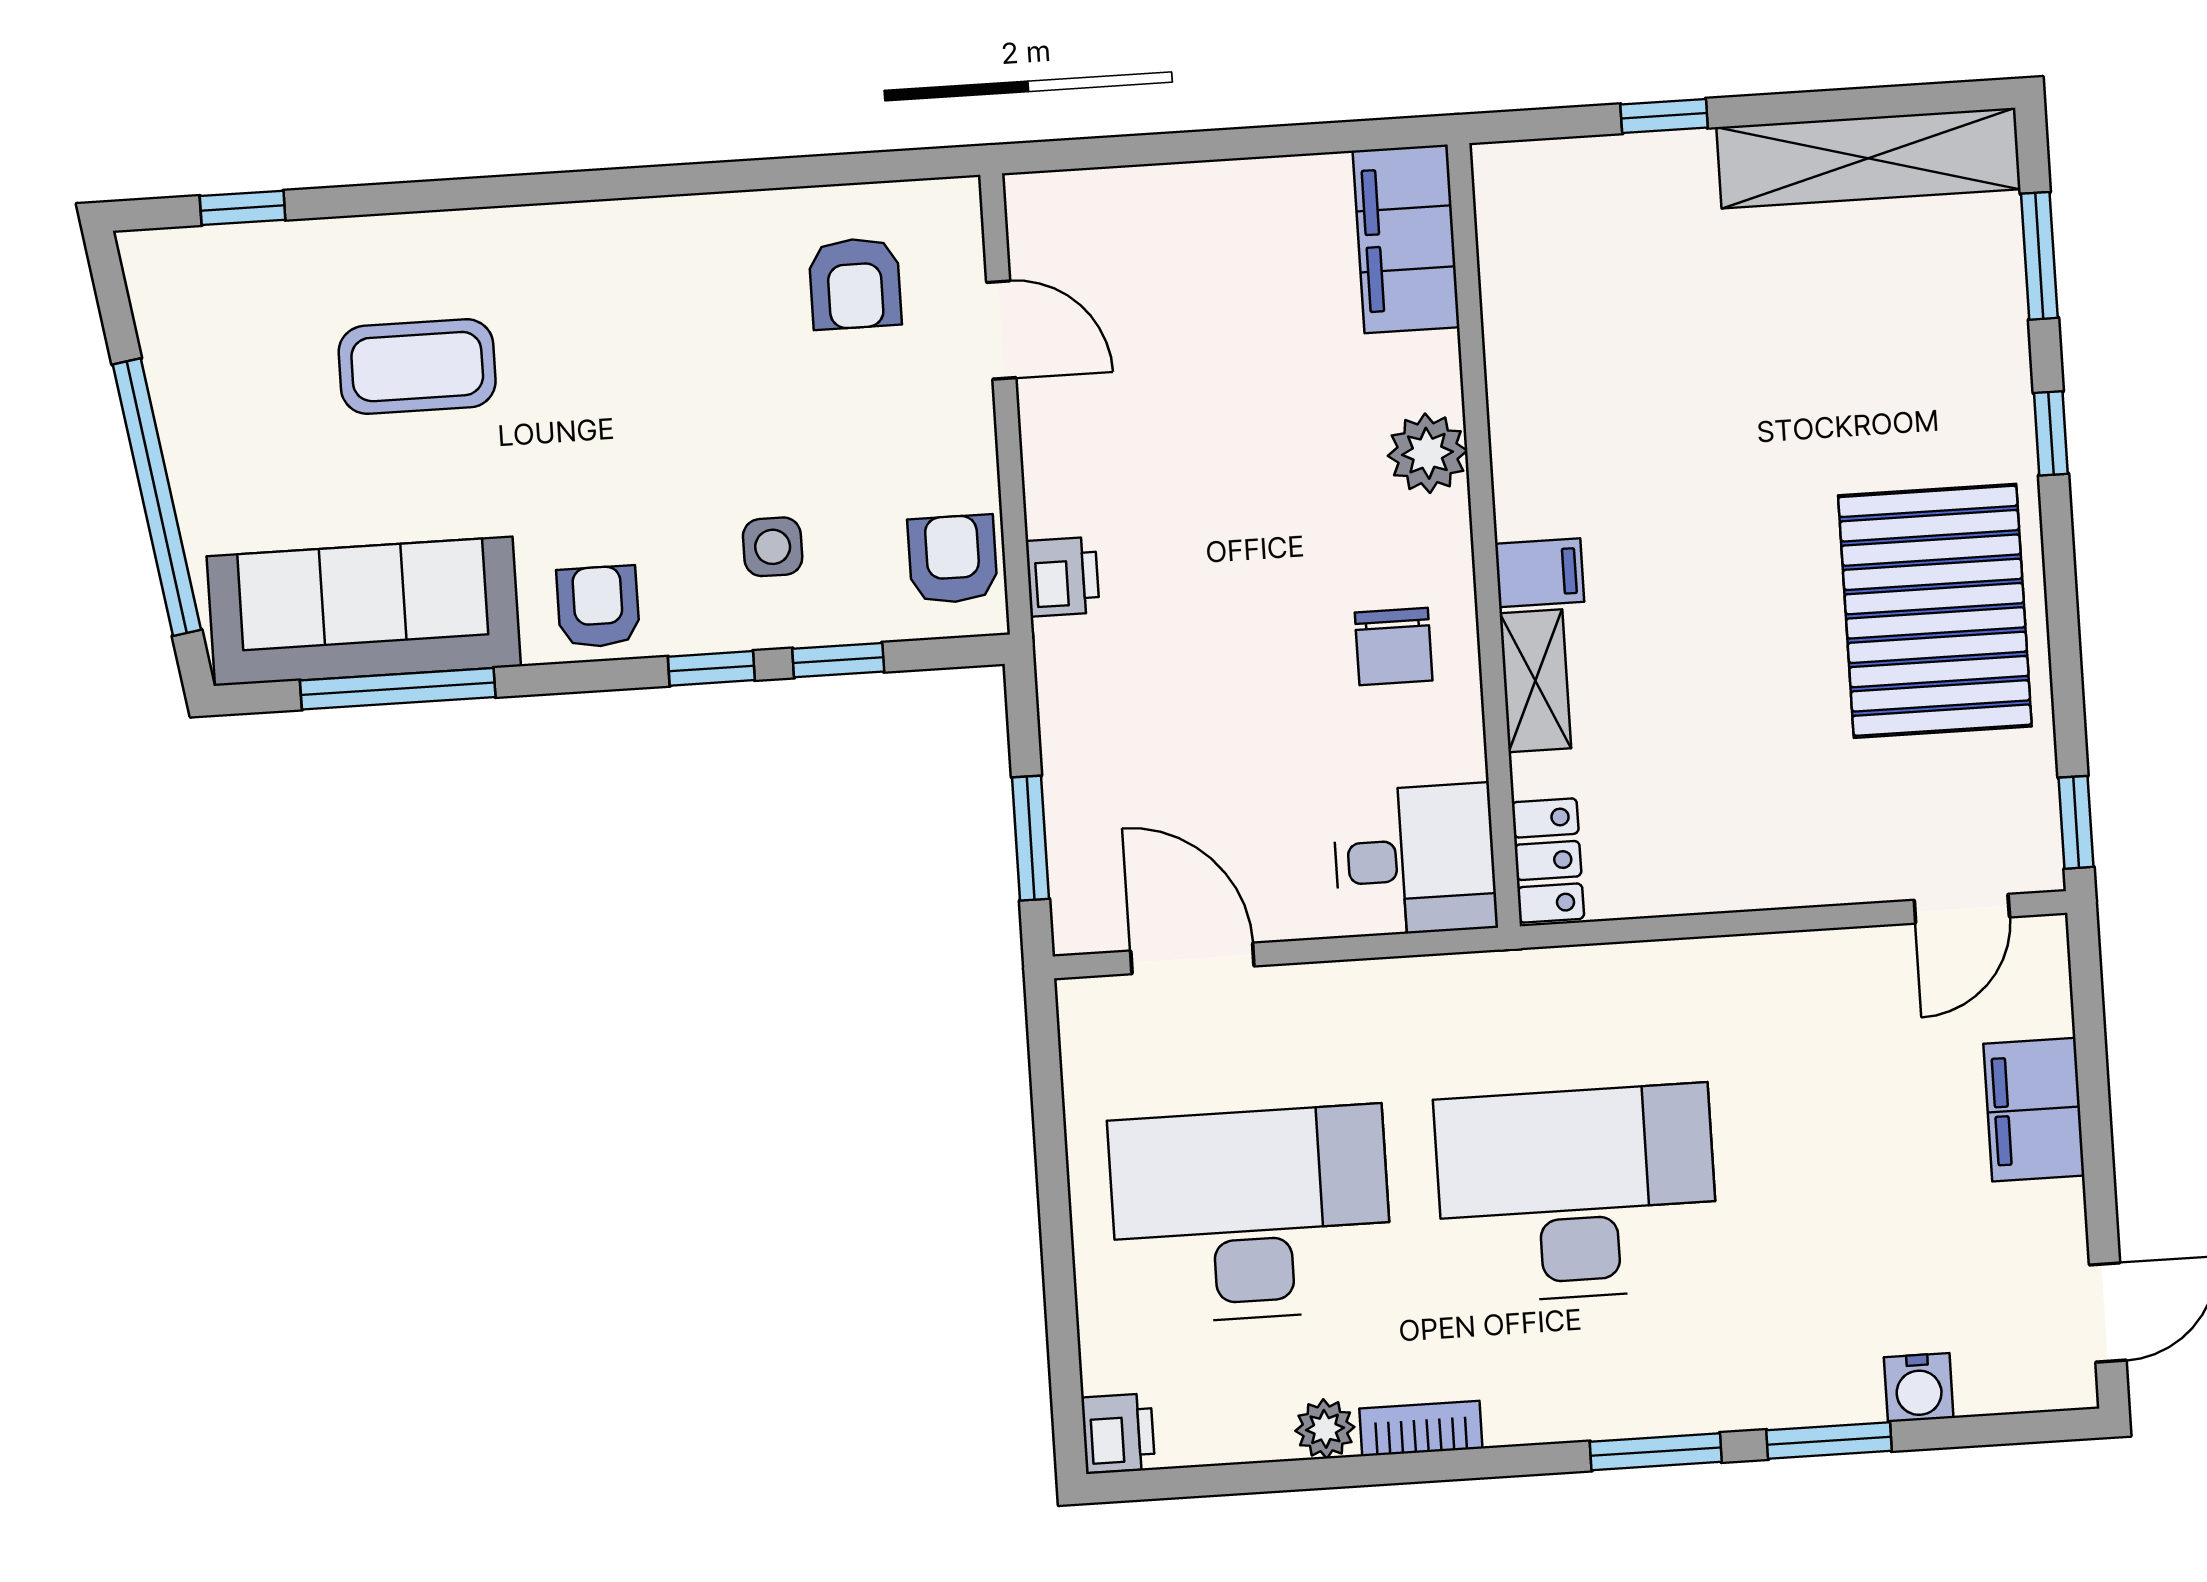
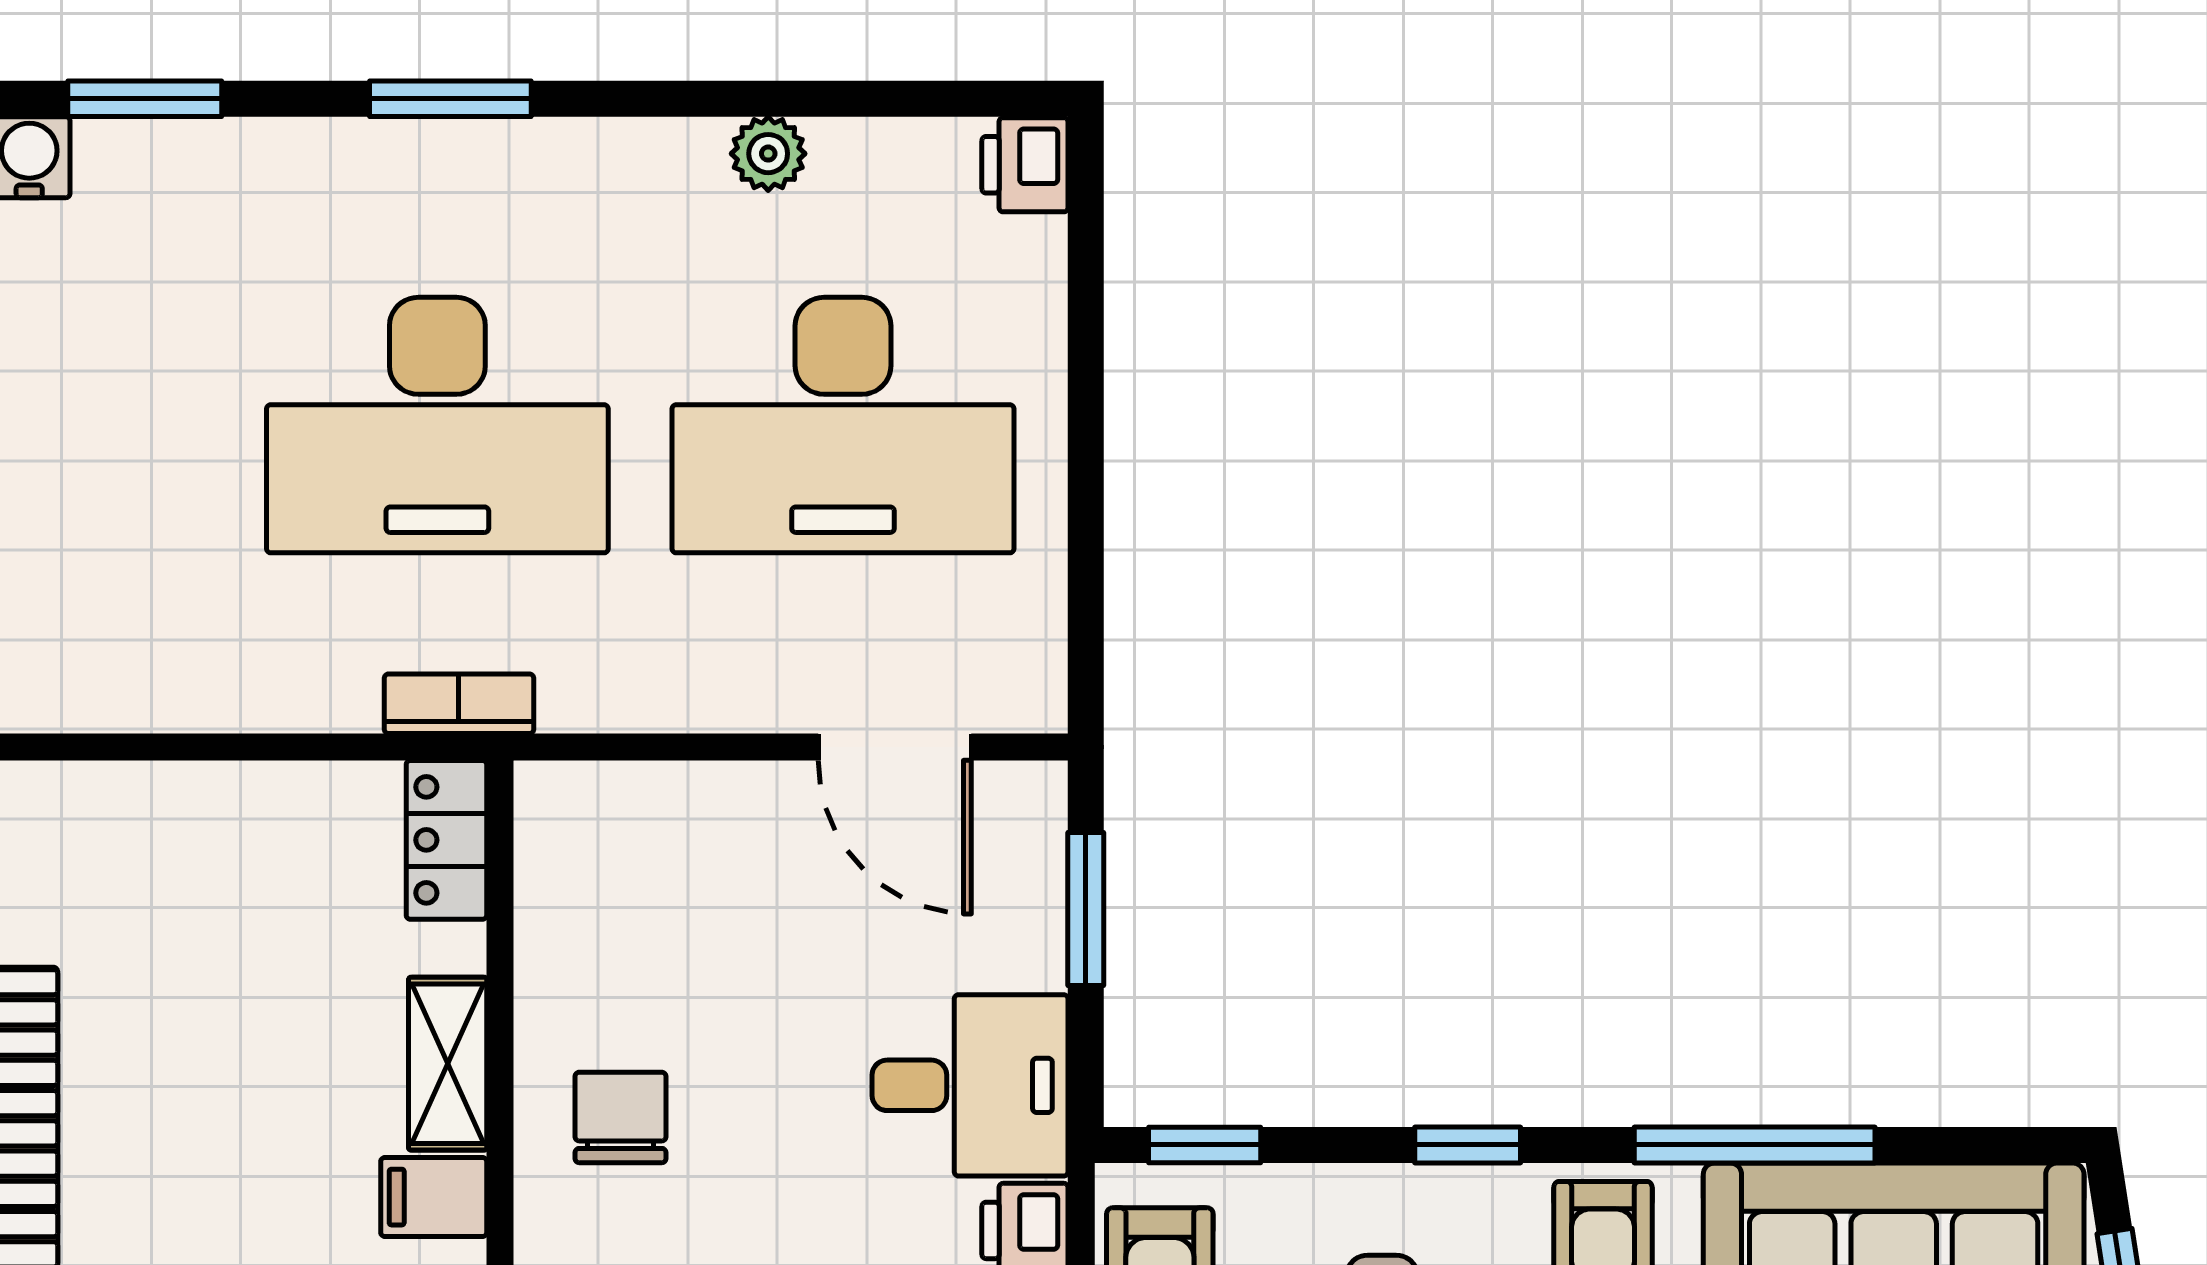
window: (838, 660) -> (1205, 1145), moved
window: (398, 689) -> (1755, 1145), moved
desk: (1415, 860) -> (970, 1085), moved, turned 180
bookcase: (1421, 1428) -> (459, 704), moved, turned 180
window: (1656, 1452) -> (450, 99), moved

